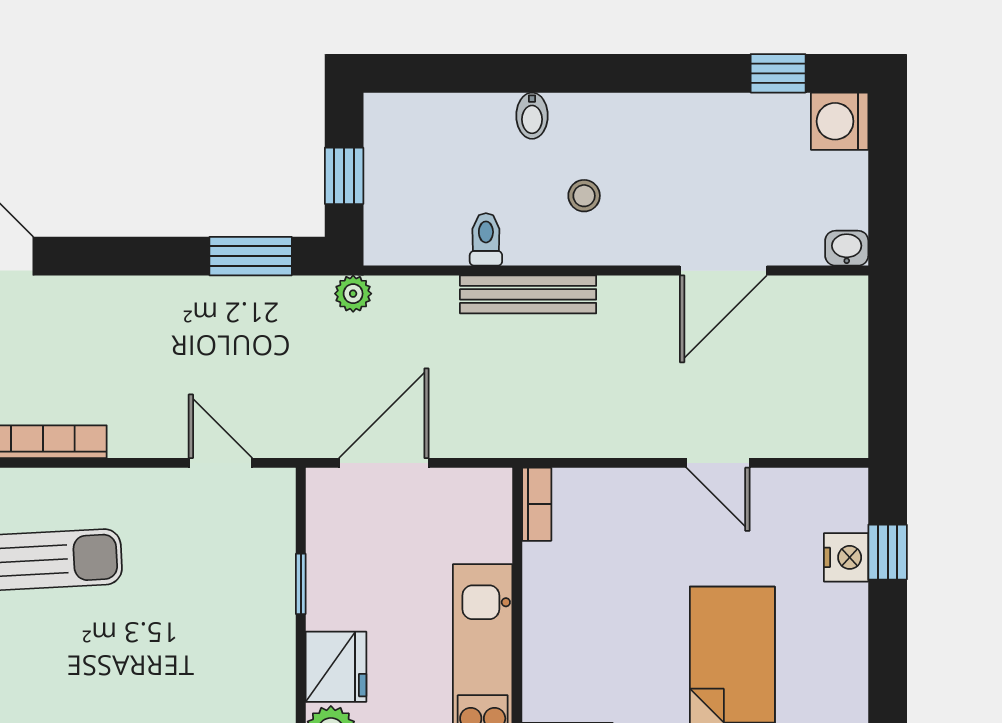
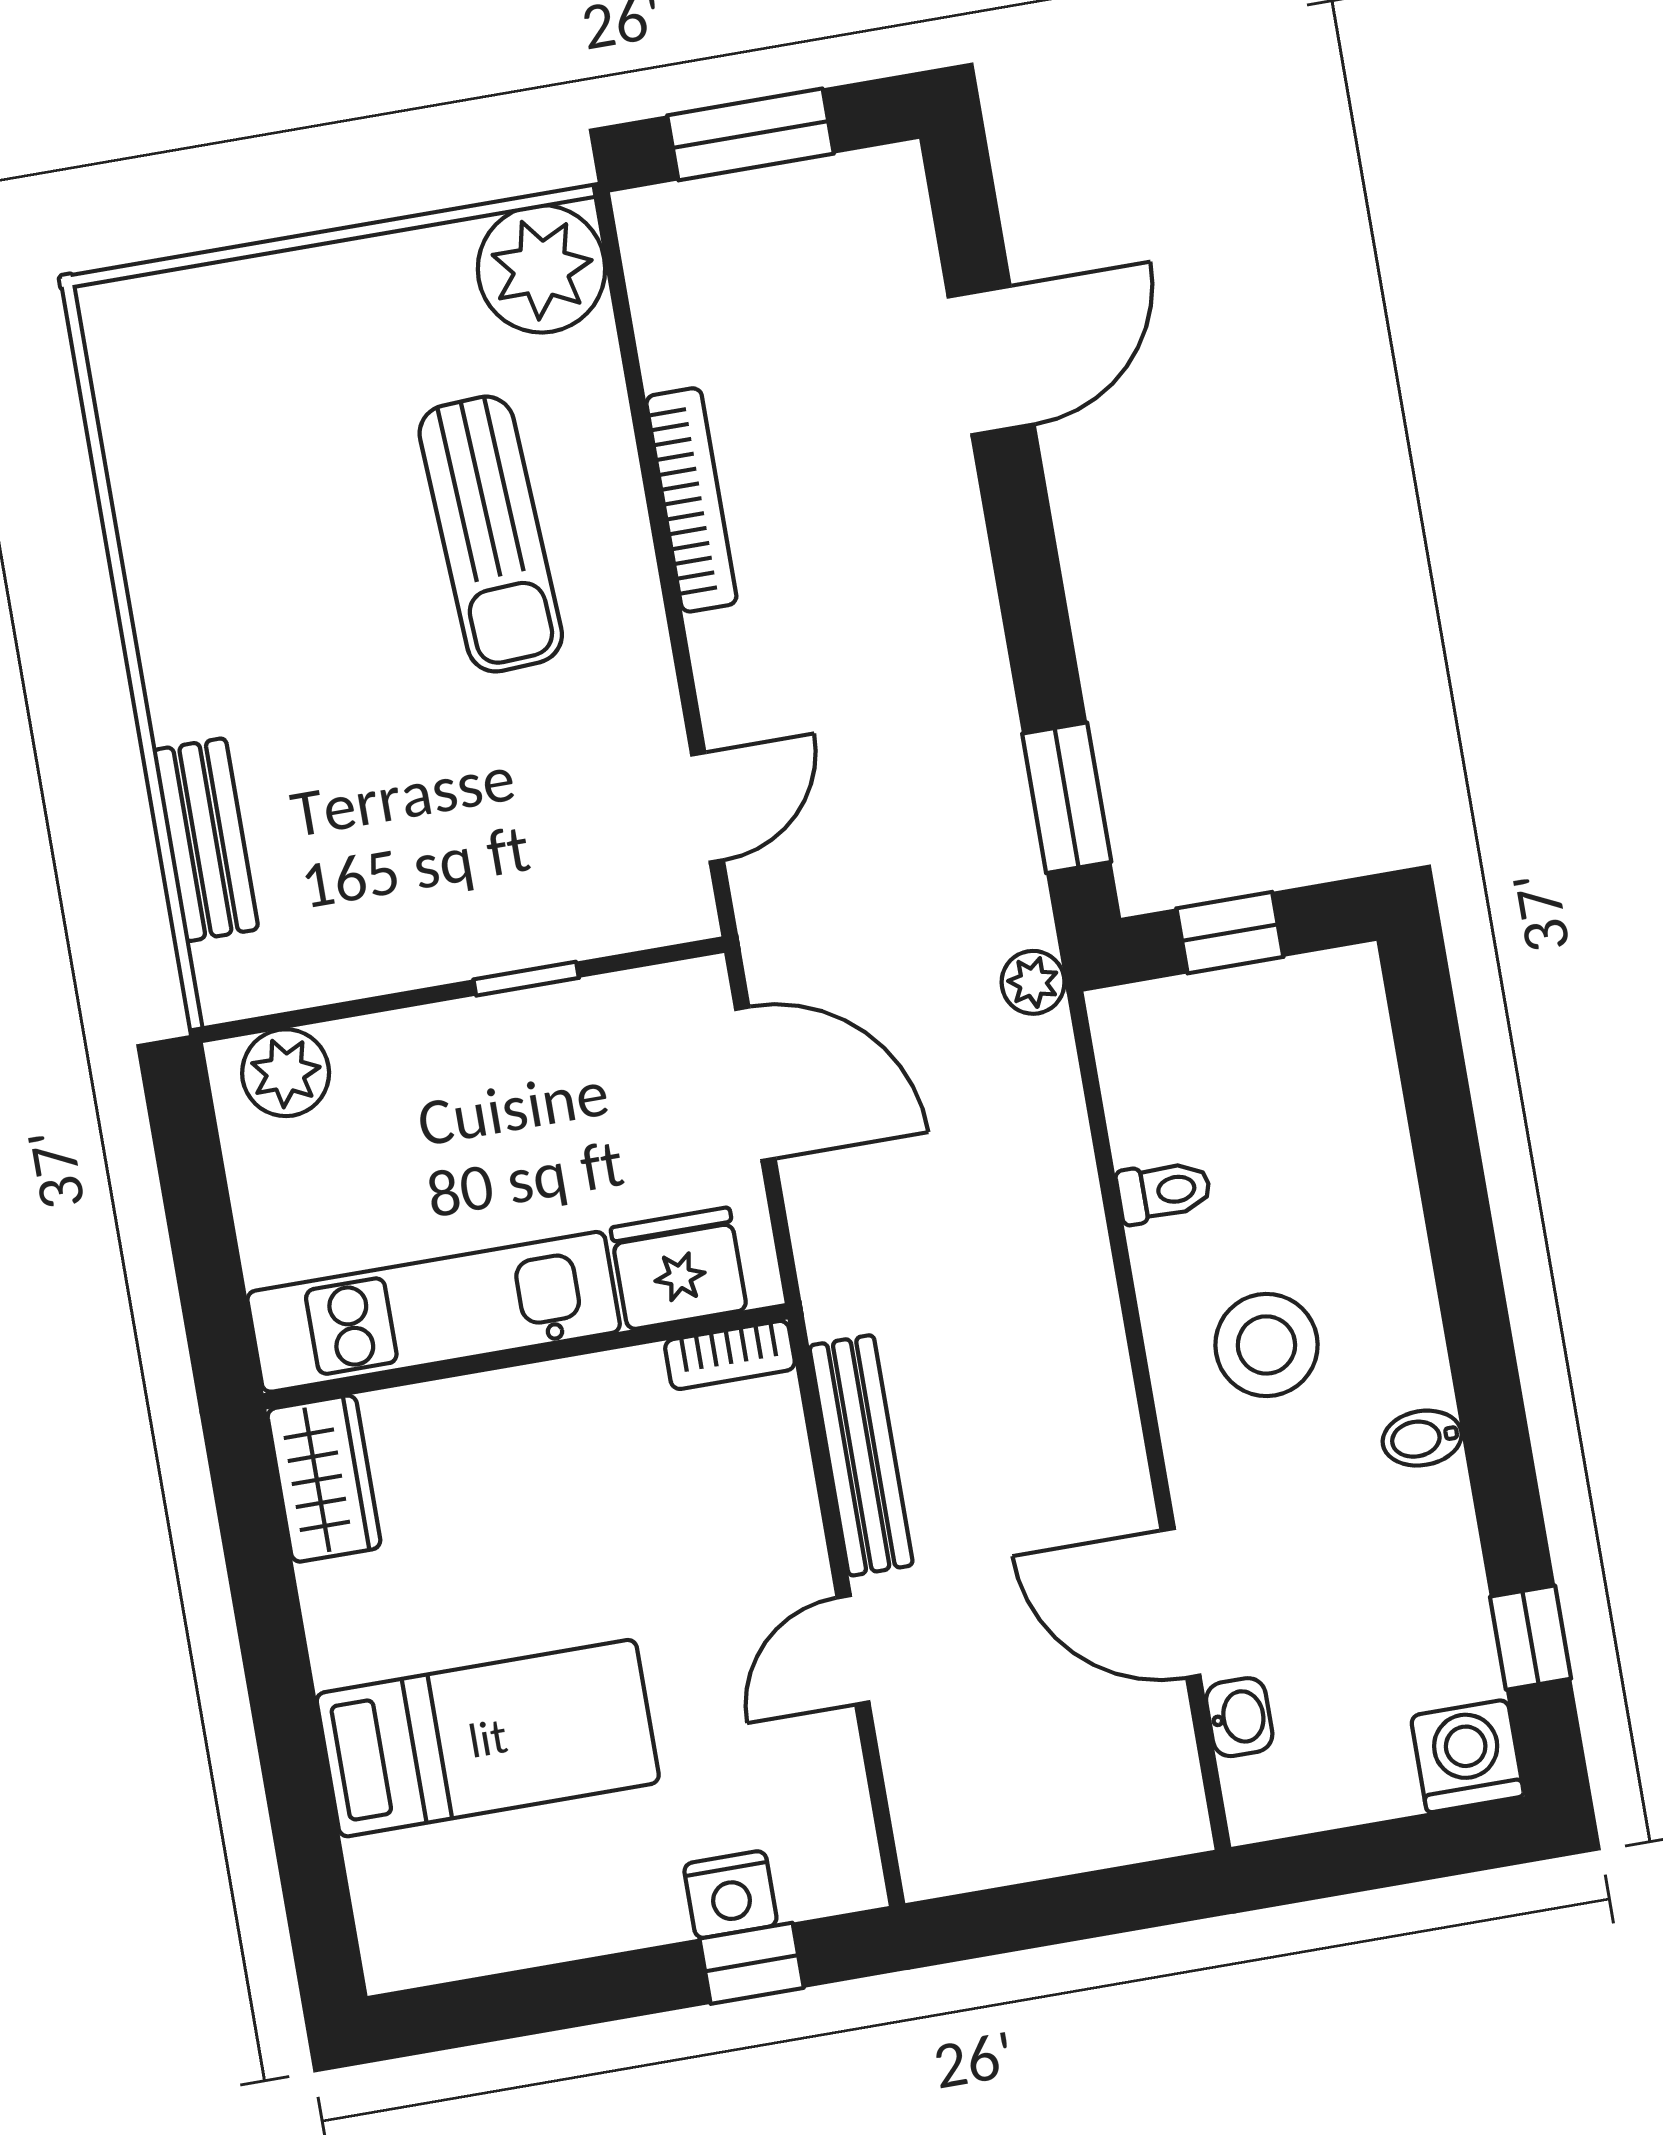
bidet: (532, 116) -> (1422, 1438), moved
stool: (584, 196) -> (1266, 1345), width x1.89, depth x1.89
washbasin: (847, 248) -> (1239, 1717), moved
bench: (528, 294) -> (861, 1455), moved
fridge: (336, 667) -> (679, 1269), moved, turned 180

